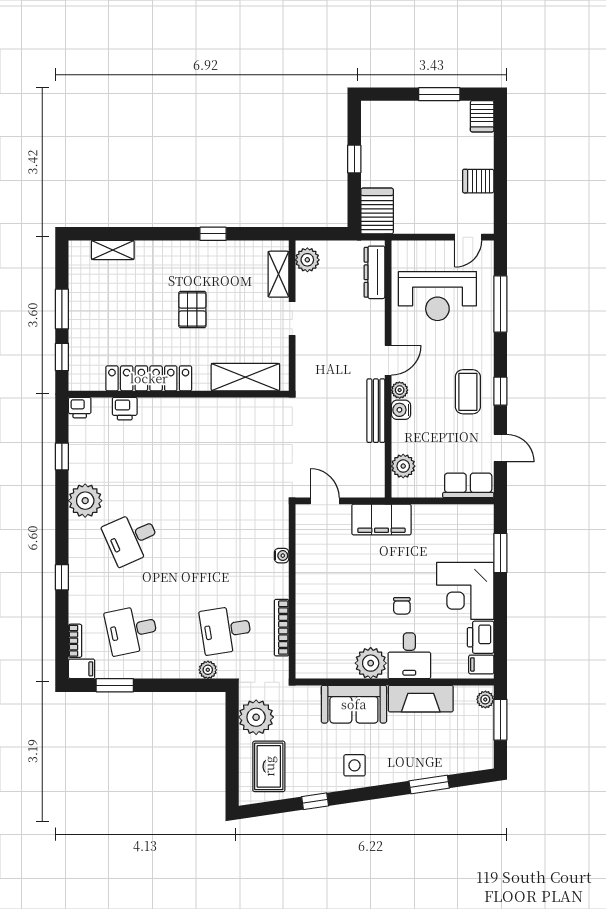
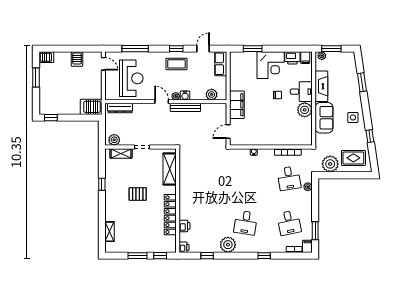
window: (354, 159) -> (51, 118), moved
desk: (132, 538) -> (246, 223), turned 33

